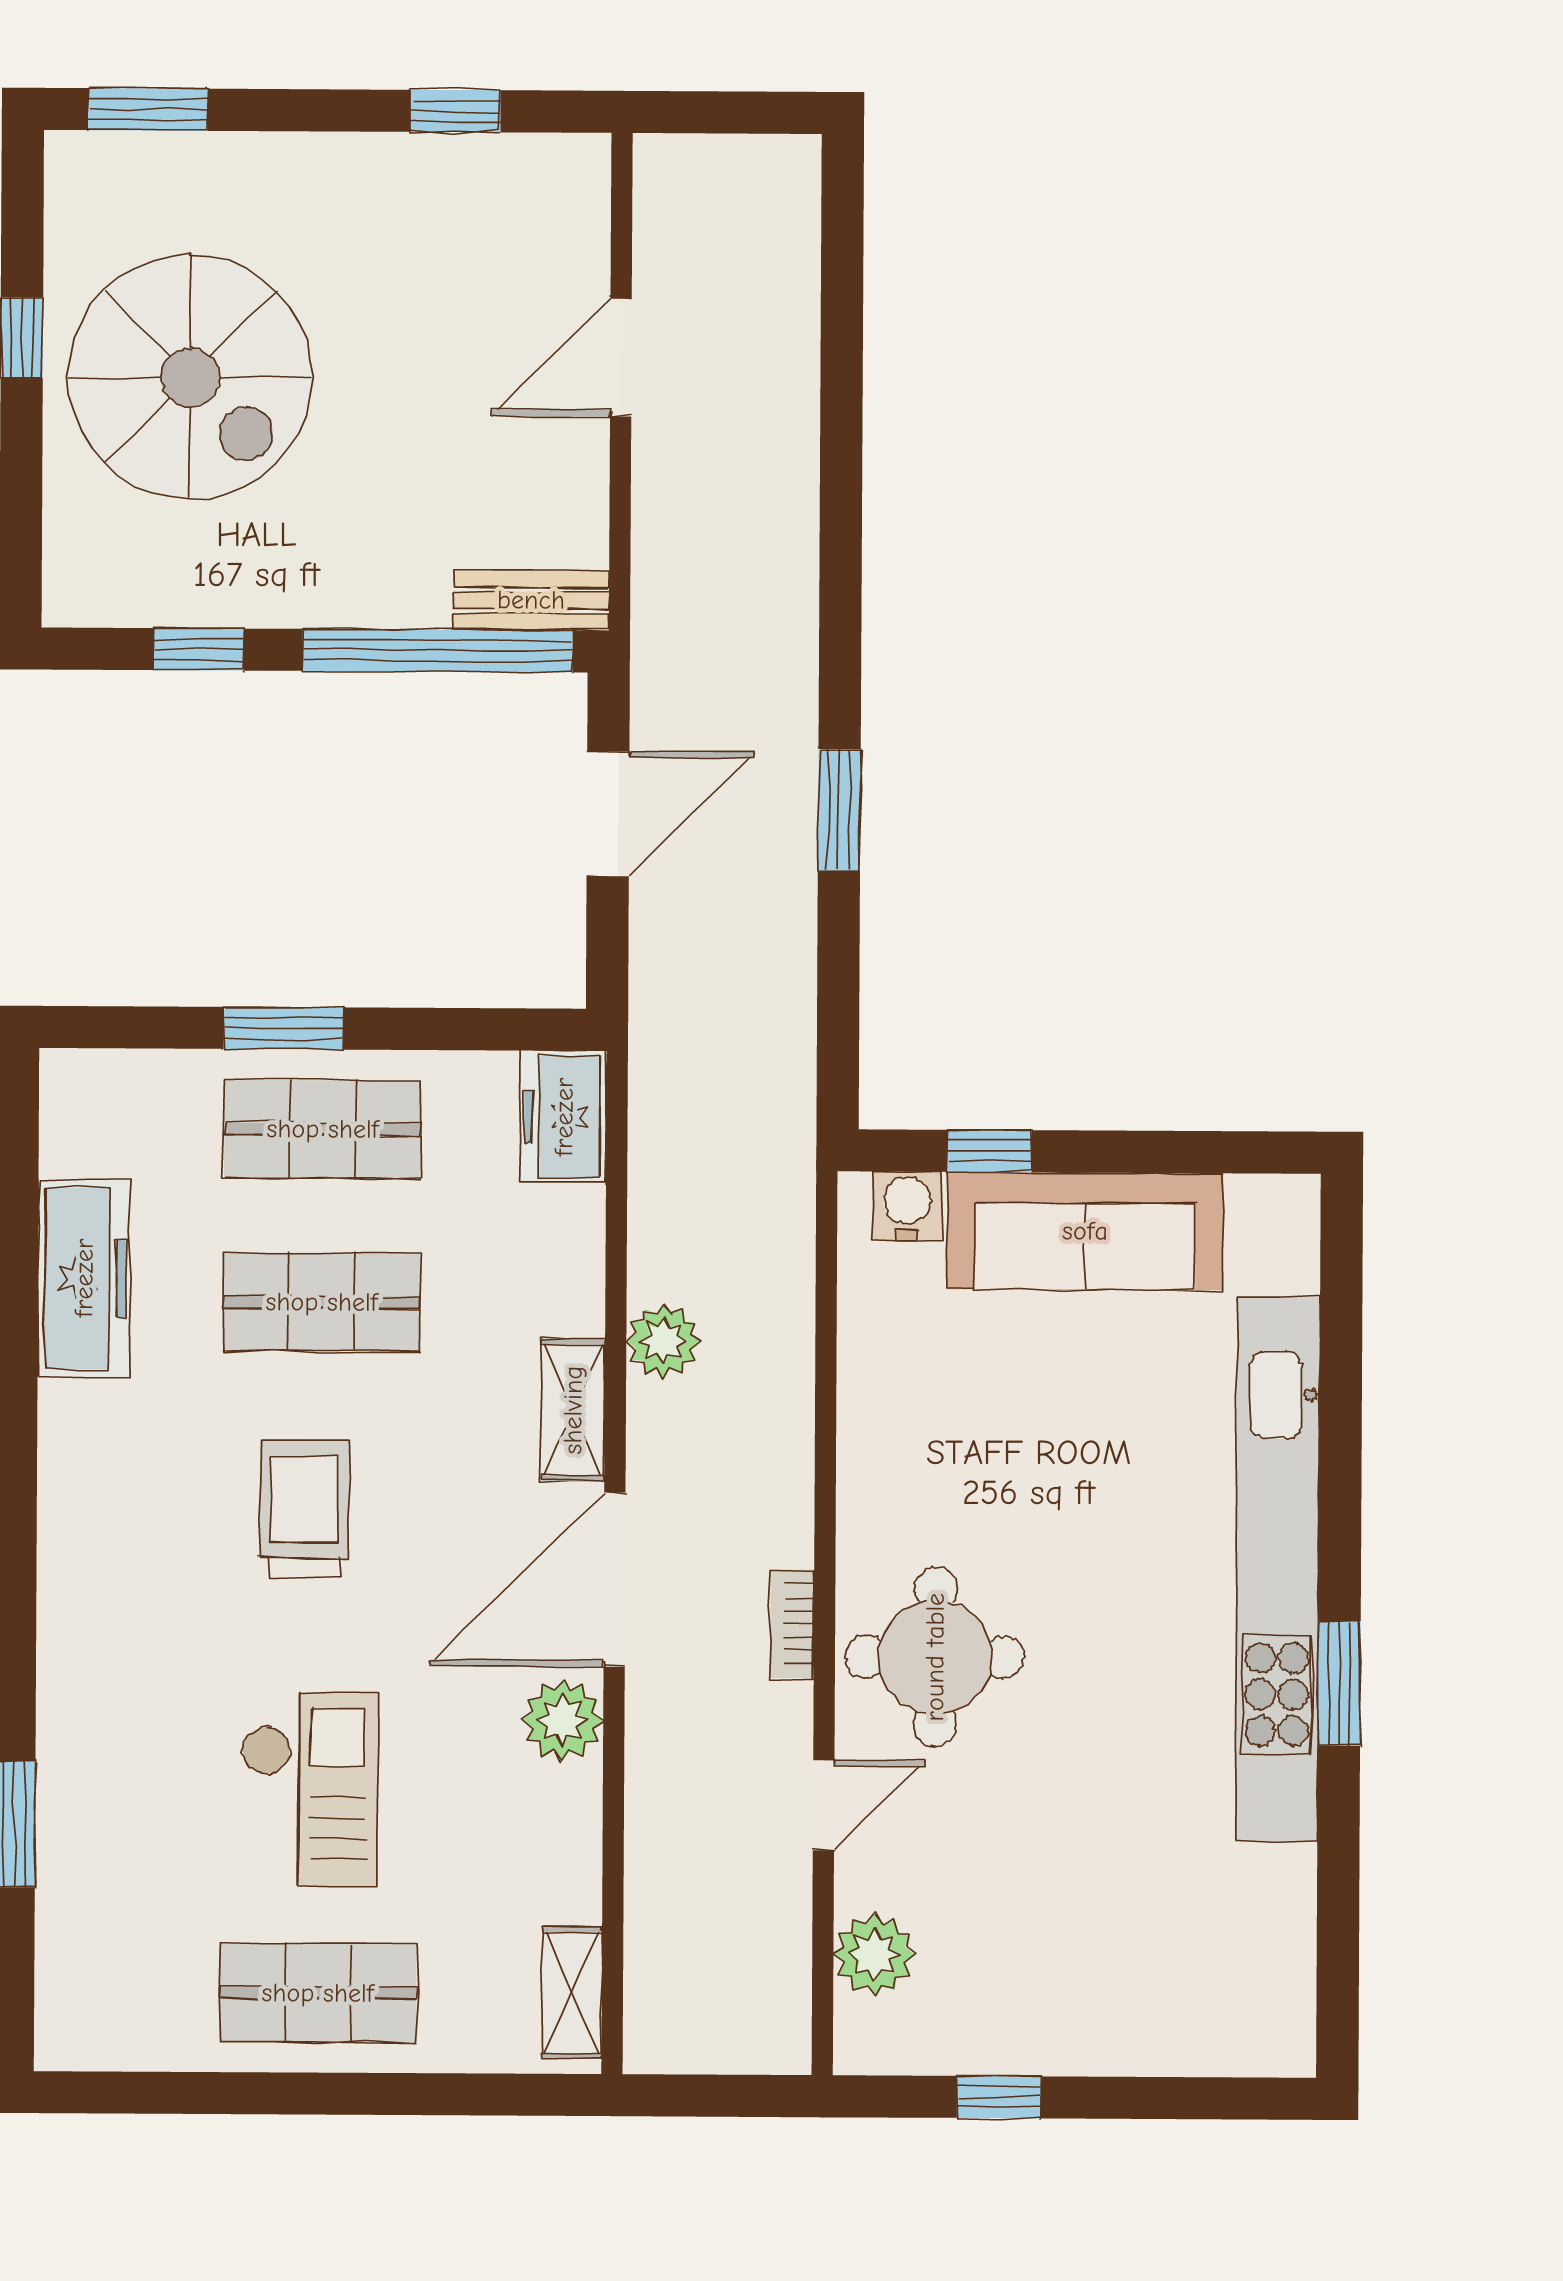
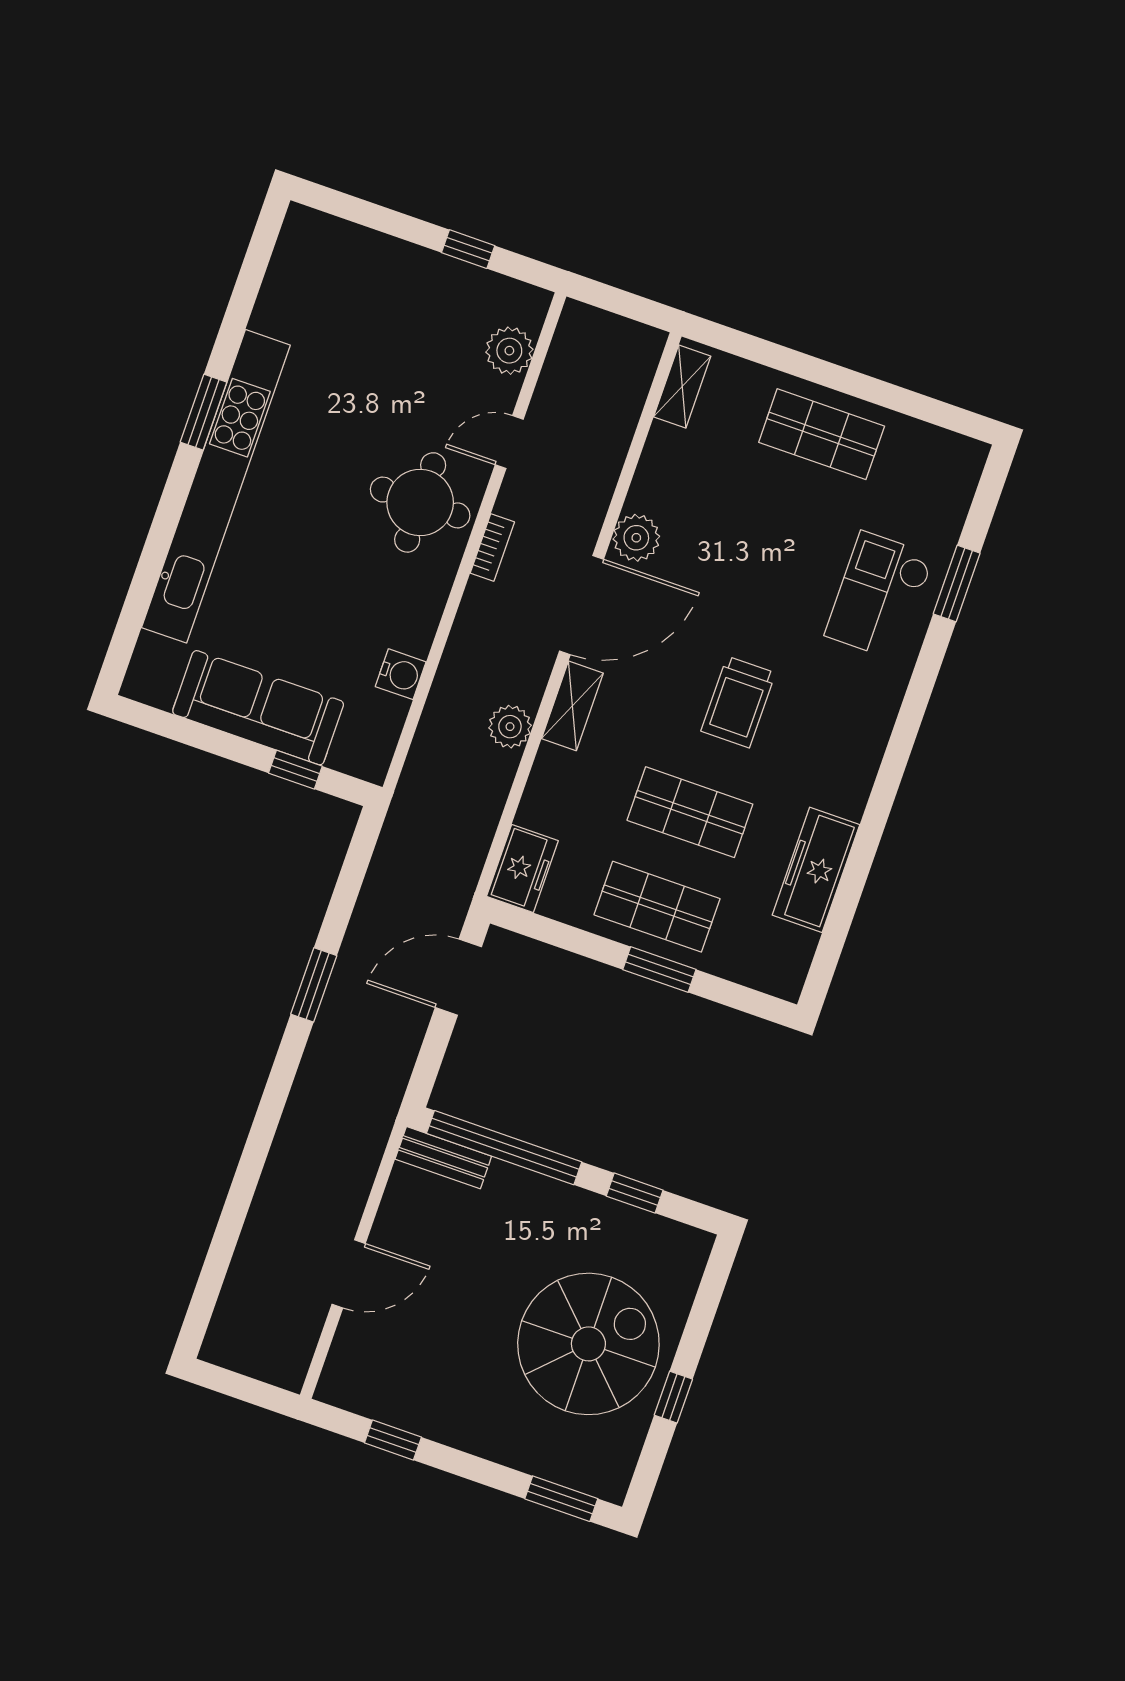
spiral stairs: (190, 377) -> (588, 1344), turned 90
door: (608, 814) -> (458, 977), moved
water cooler: (907, 1206) -> (401, 674), moved, turned -90
checkout: (310, 1789) -> (879, 596), moved

